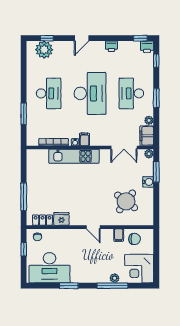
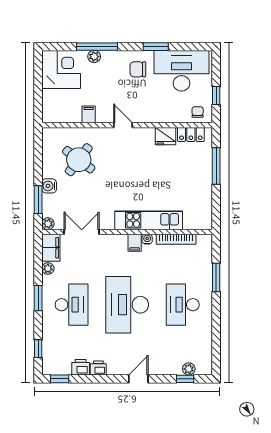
printer: (147, 47) -> (81, 367), moved
plant: (44, 50) -> (189, 369), width x0.53, depth x0.53
chair: (135, 239) -> (138, 69), moved

